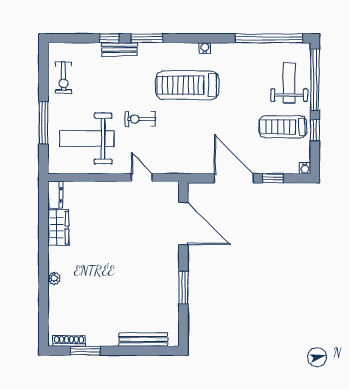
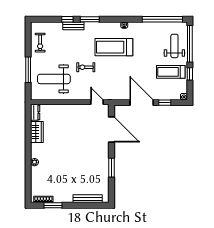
door: (142, 177) -> (97, 102), moved

